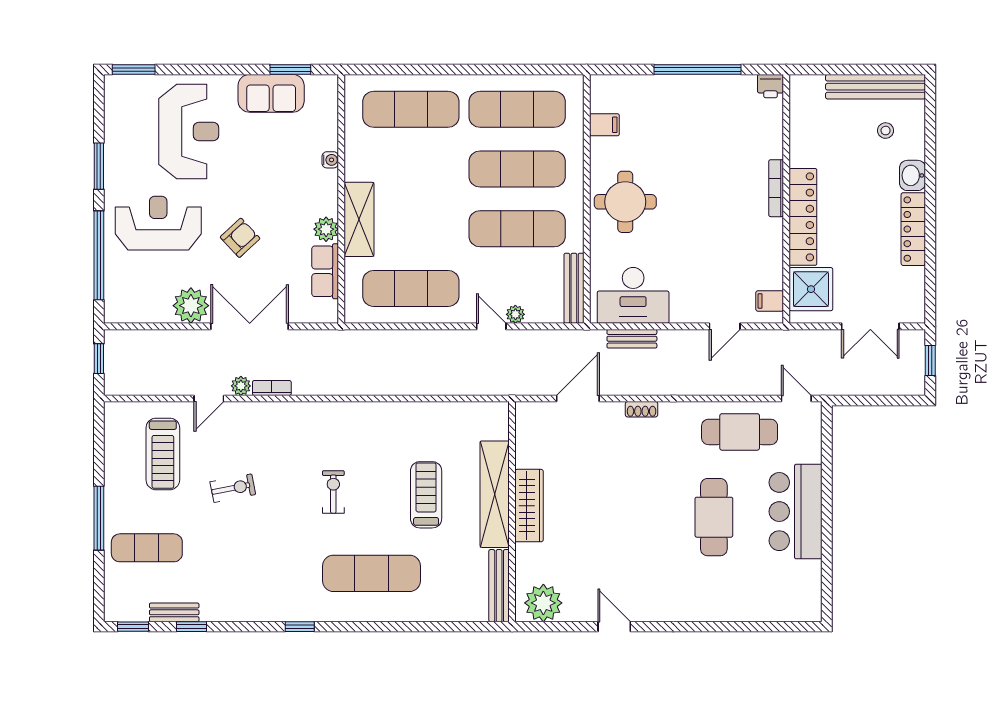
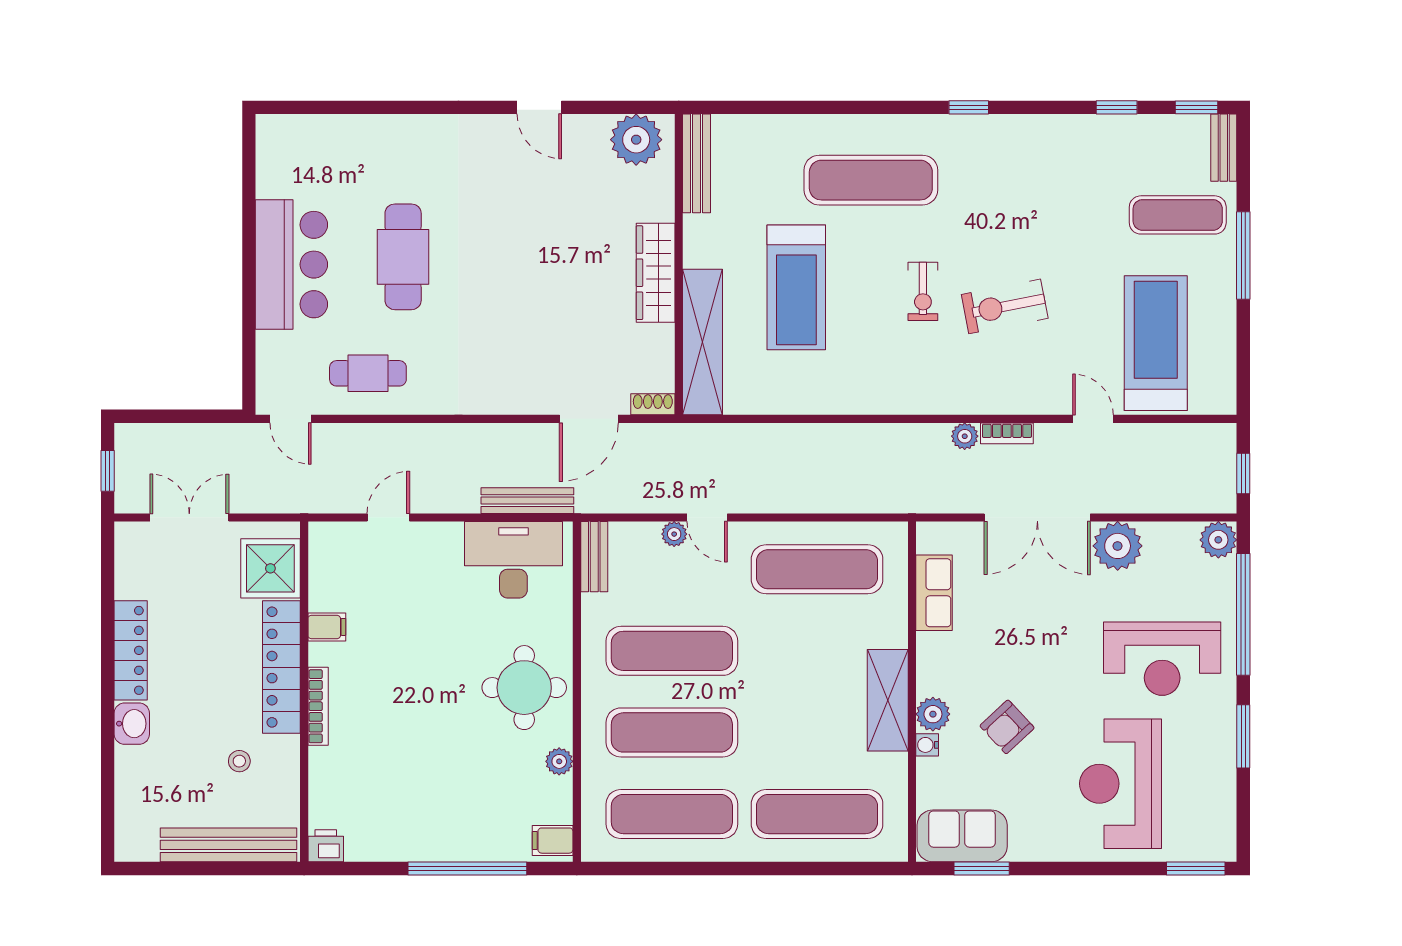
window: (697, 69) -> (467, 868), moved
bench: (876, 87) -> (229, 845), moved
sofa: (271, 93) -> (962, 836), moved
filing cabinet: (604, 125) -> (553, 841), moved
stool: (886, 131) -> (239, 761), moved
plant: (600, 148) -> (559, 761), added
shelving: (359, 219) -> (888, 700), moved
plant: (326, 229) -> (933, 714), moved
armchair: (240, 238) -> (1007, 727), moved
bench: (574, 288) -> (594, 557), width x0.73
filing cabinet: (770, 301) -> (327, 627), moved
plant: (117, 310) -> (1218, 540), added
bench: (632, 339) -> (527, 501), width x1.36
plant: (241, 386) -> (965, 436), moved
door: (209, 399) -> (1093, 419), hinge flipped
shoe rack: (642, 409) -> (653, 404), moved
cafe table: (740, 432) -> (368, 373), width x0.73, depth x0.74
treadmill: (163, 454) -> (1156, 343), width x1.37, depth x1.38
exercise bike: (233, 488) -> (1005, 306), moved, width x1.38, depth x1.39
shelving: (495, 494) -> (703, 342), moved
treadmill: (426, 495) -> (796, 287), width x1.37, depth x1.38
bench: (174, 612) -> (1224, 148), moved, turned 90

